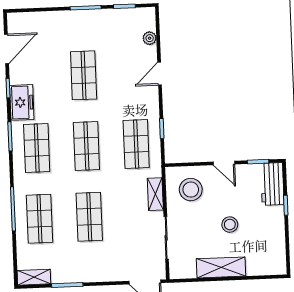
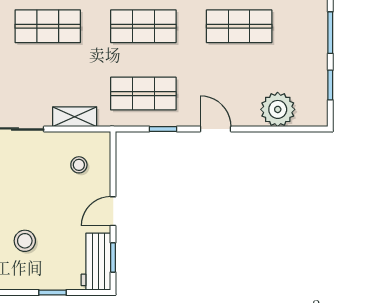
plant: (150, 38) -> (278, 109), width x1.88, depth x1.88
door: (160, 74) -> (216, 129), moved
workbench: (272, 184) -> (96, 262), moved, turned -90
stool: (191, 190) -> (79, 165), width x0.53, depth x0.53
stool: (230, 225) -> (25, 241), moved

